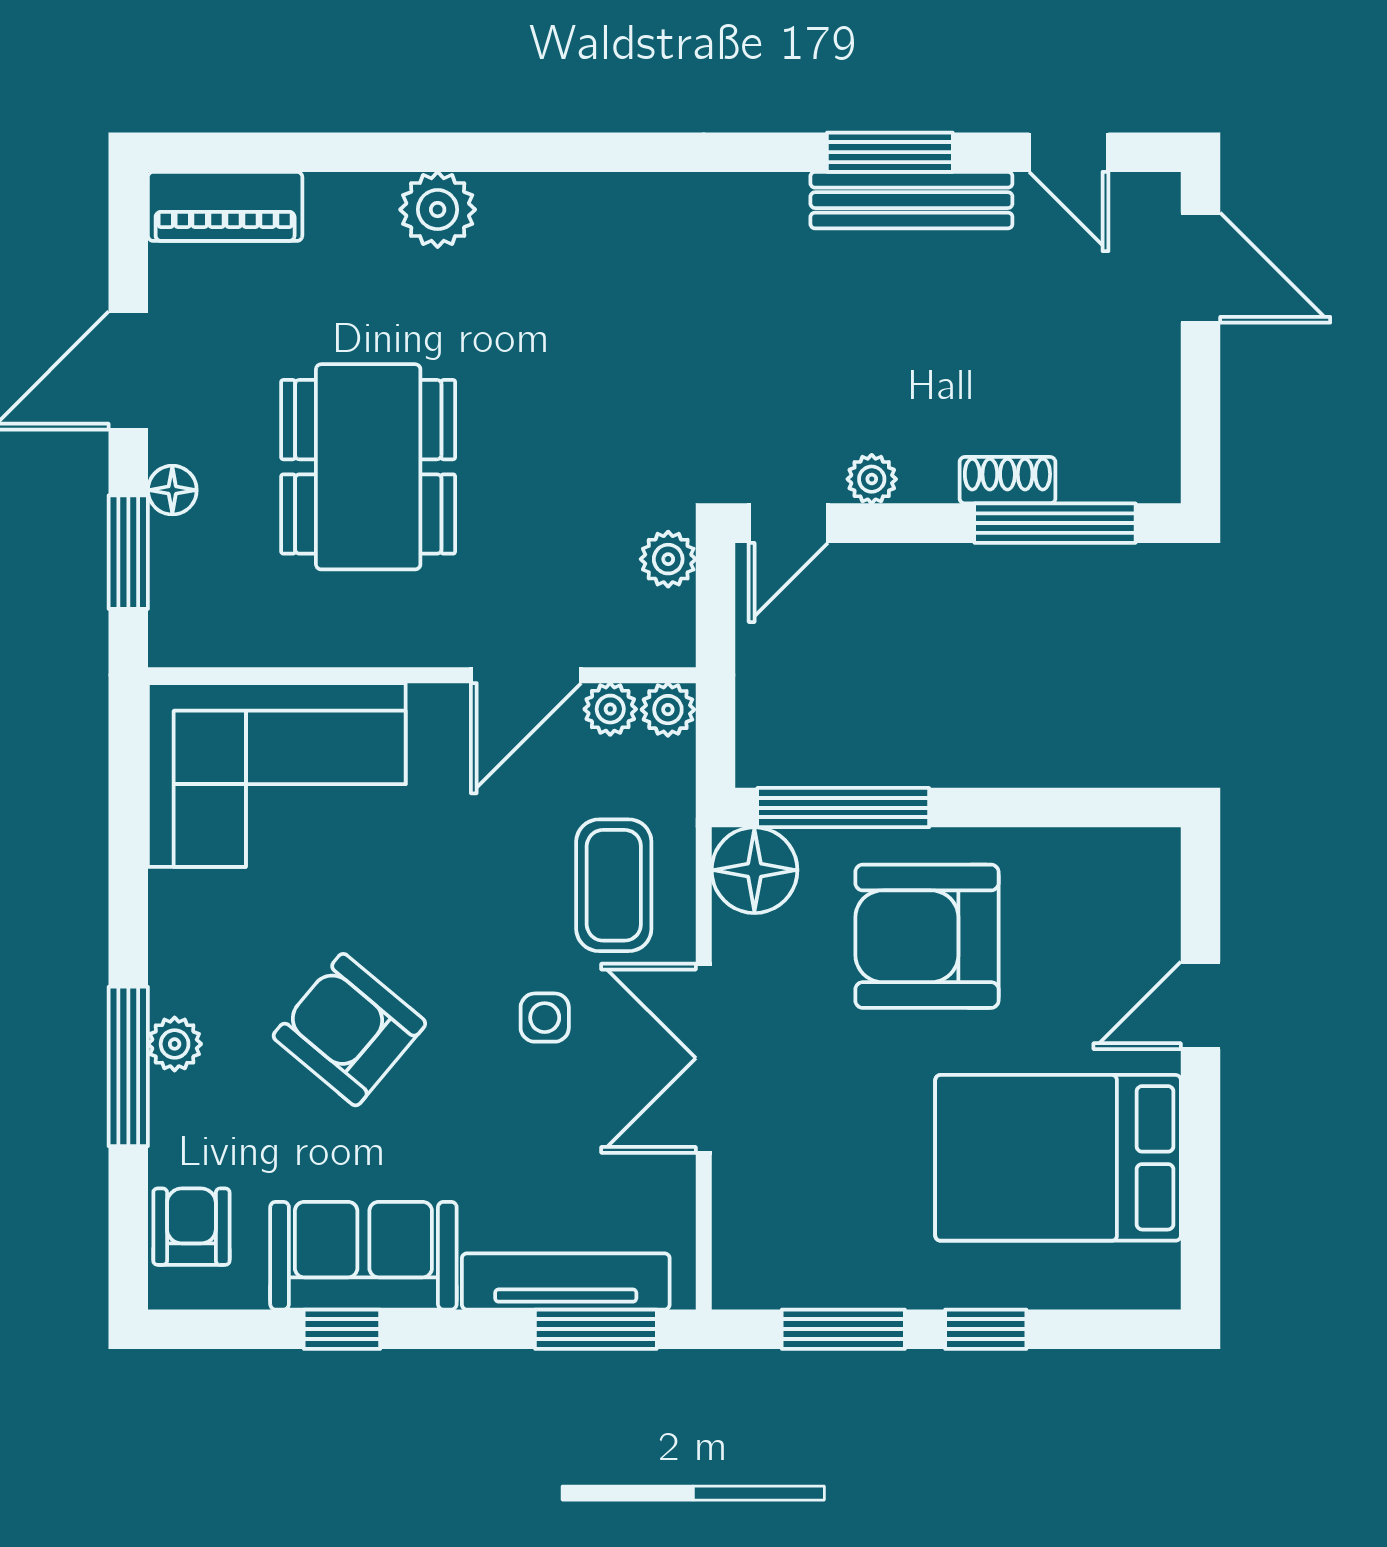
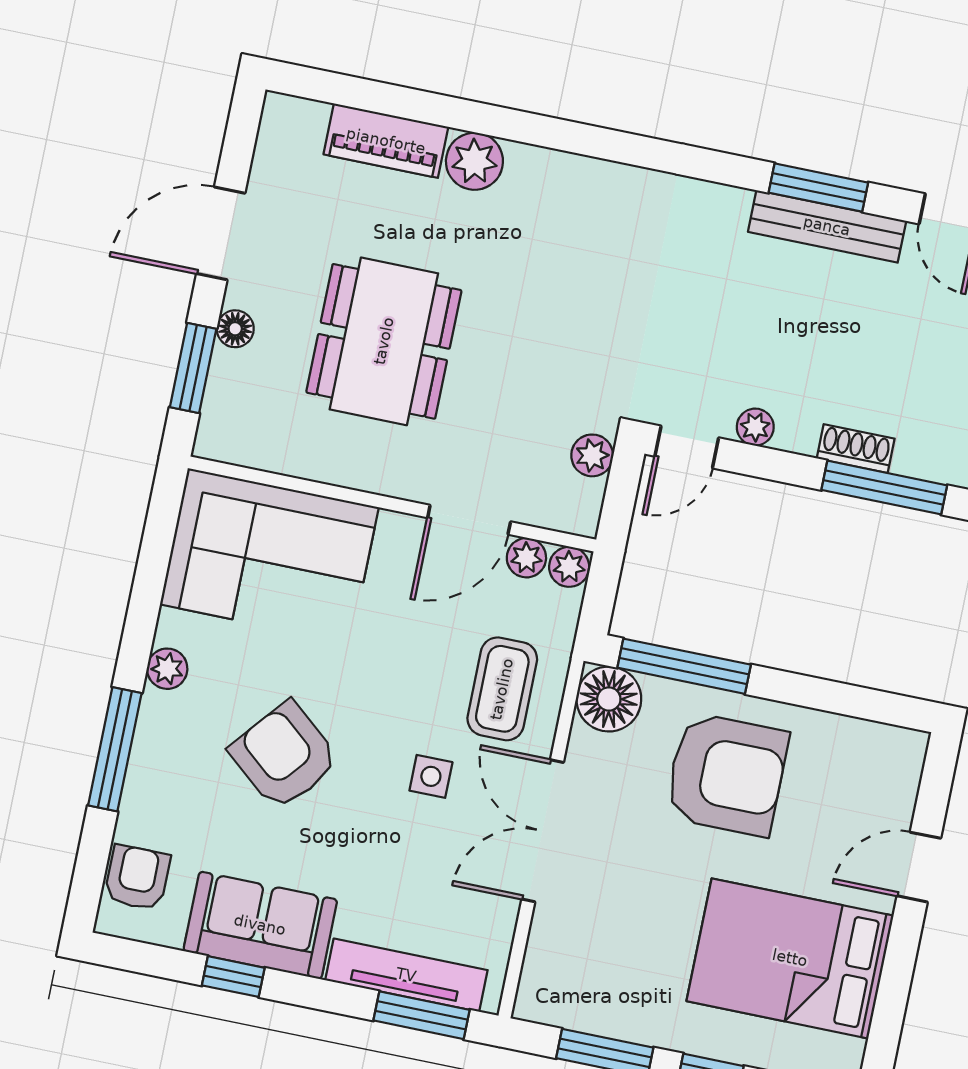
piano: (225, 206) -> (386, 141), moved
armchair: (927, 936) -> (727, 774), turned 180
plant: (175, 1044) -> (167, 669), moved

